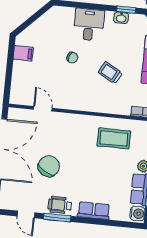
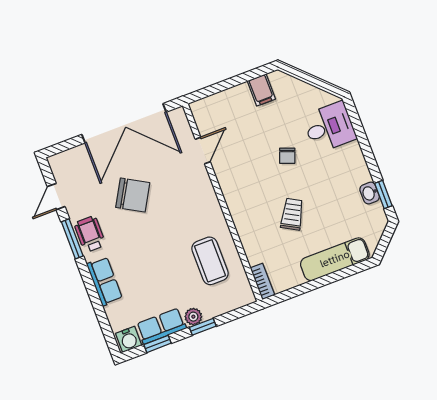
desk: (89, 25) -> (329, 127), moved

